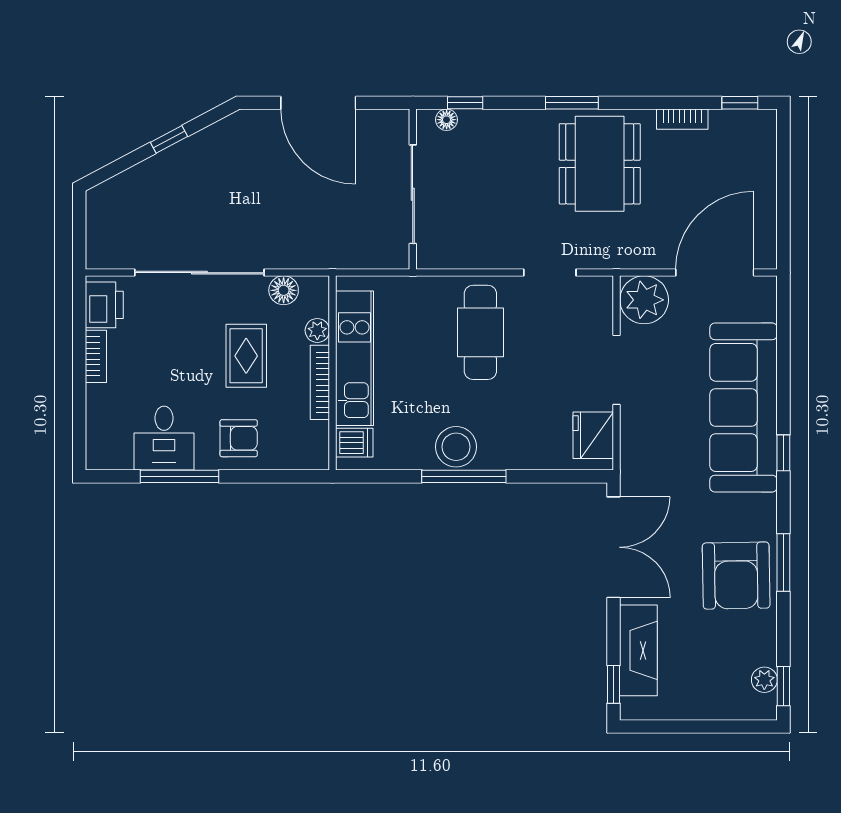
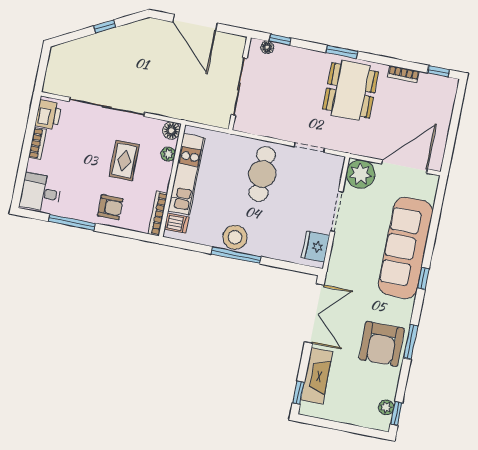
floor lamp: (284, 290) -> (171, 131), moved
bookcase: (320, 382) -> (158, 214), moved
desk: (164, 438) -> (41, 193), moved, turned 90

